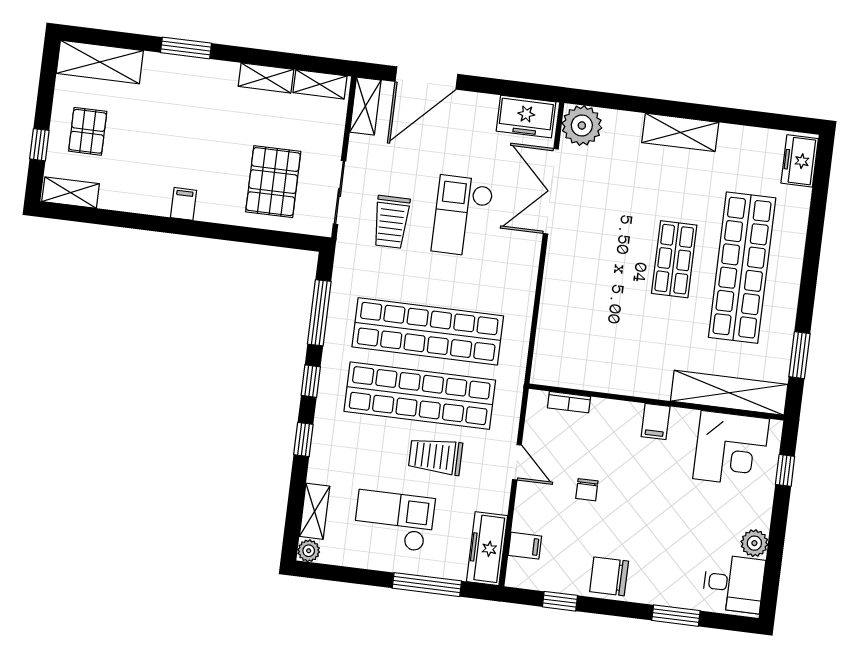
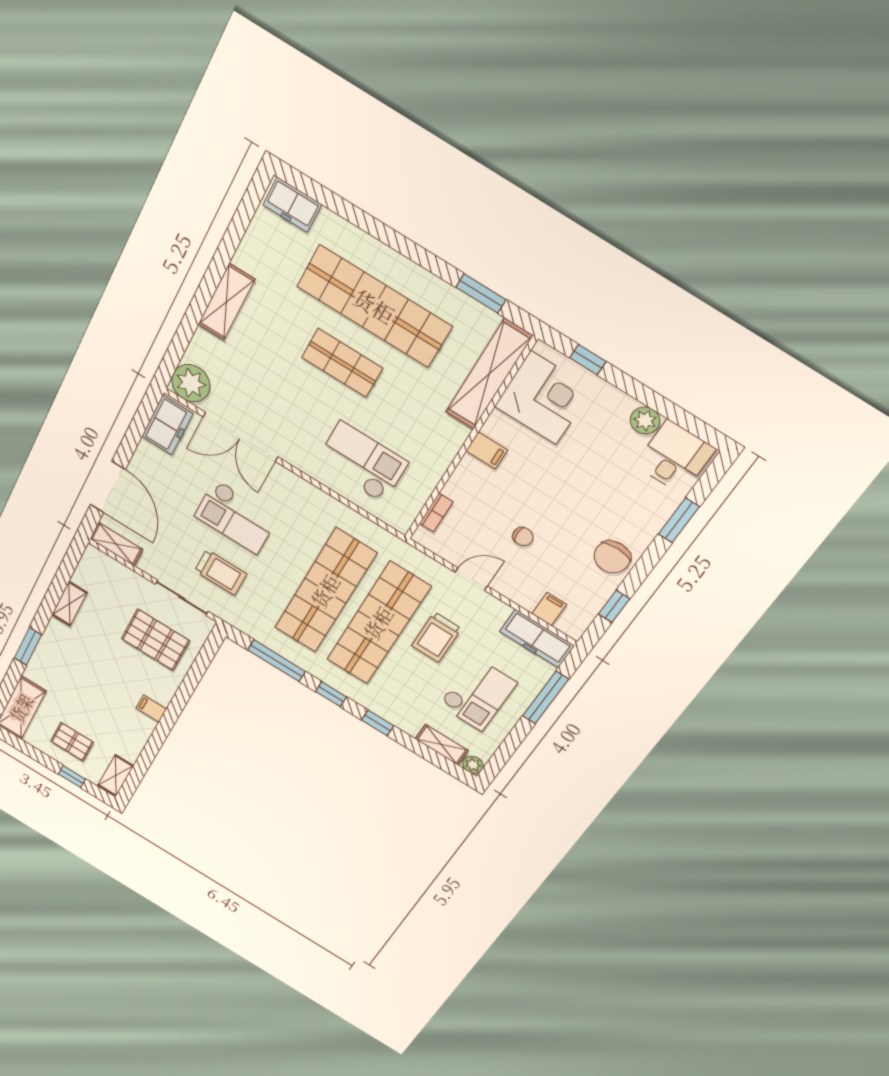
shelving: (320, 84) -> (87, 568), removed
checkout: (584, 314) -> (362, 462), added
checkout: (394, 521) -> (478, 694), turned 180

